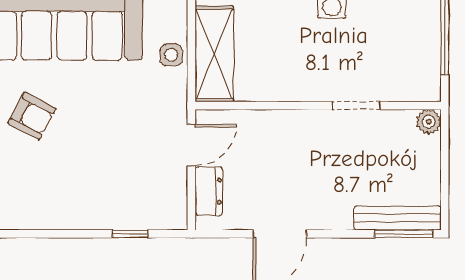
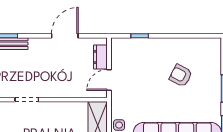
armchair: (32, 116) -> (181, 76), moved

